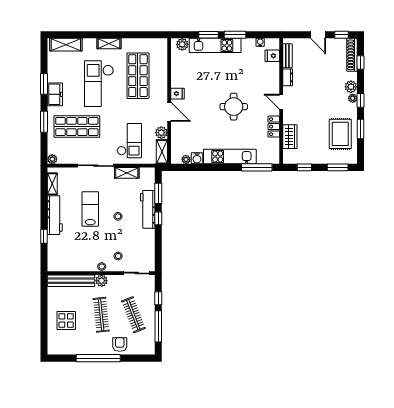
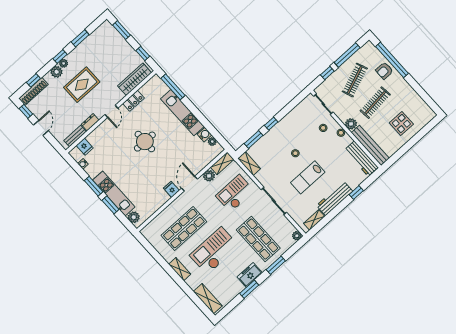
checkout: (99, 84) -> (214, 251), turned 180
rug: (340, 134) -> (82, 85), moved
wardrobe: (290, 137) -> (135, 79), width x1.50
shelving: (127, 173) -> (249, 163), moved
workbench: (148, 209) -> (361, 159), moved, turned 90
window: (98, 358) -> (392, 60), moved

